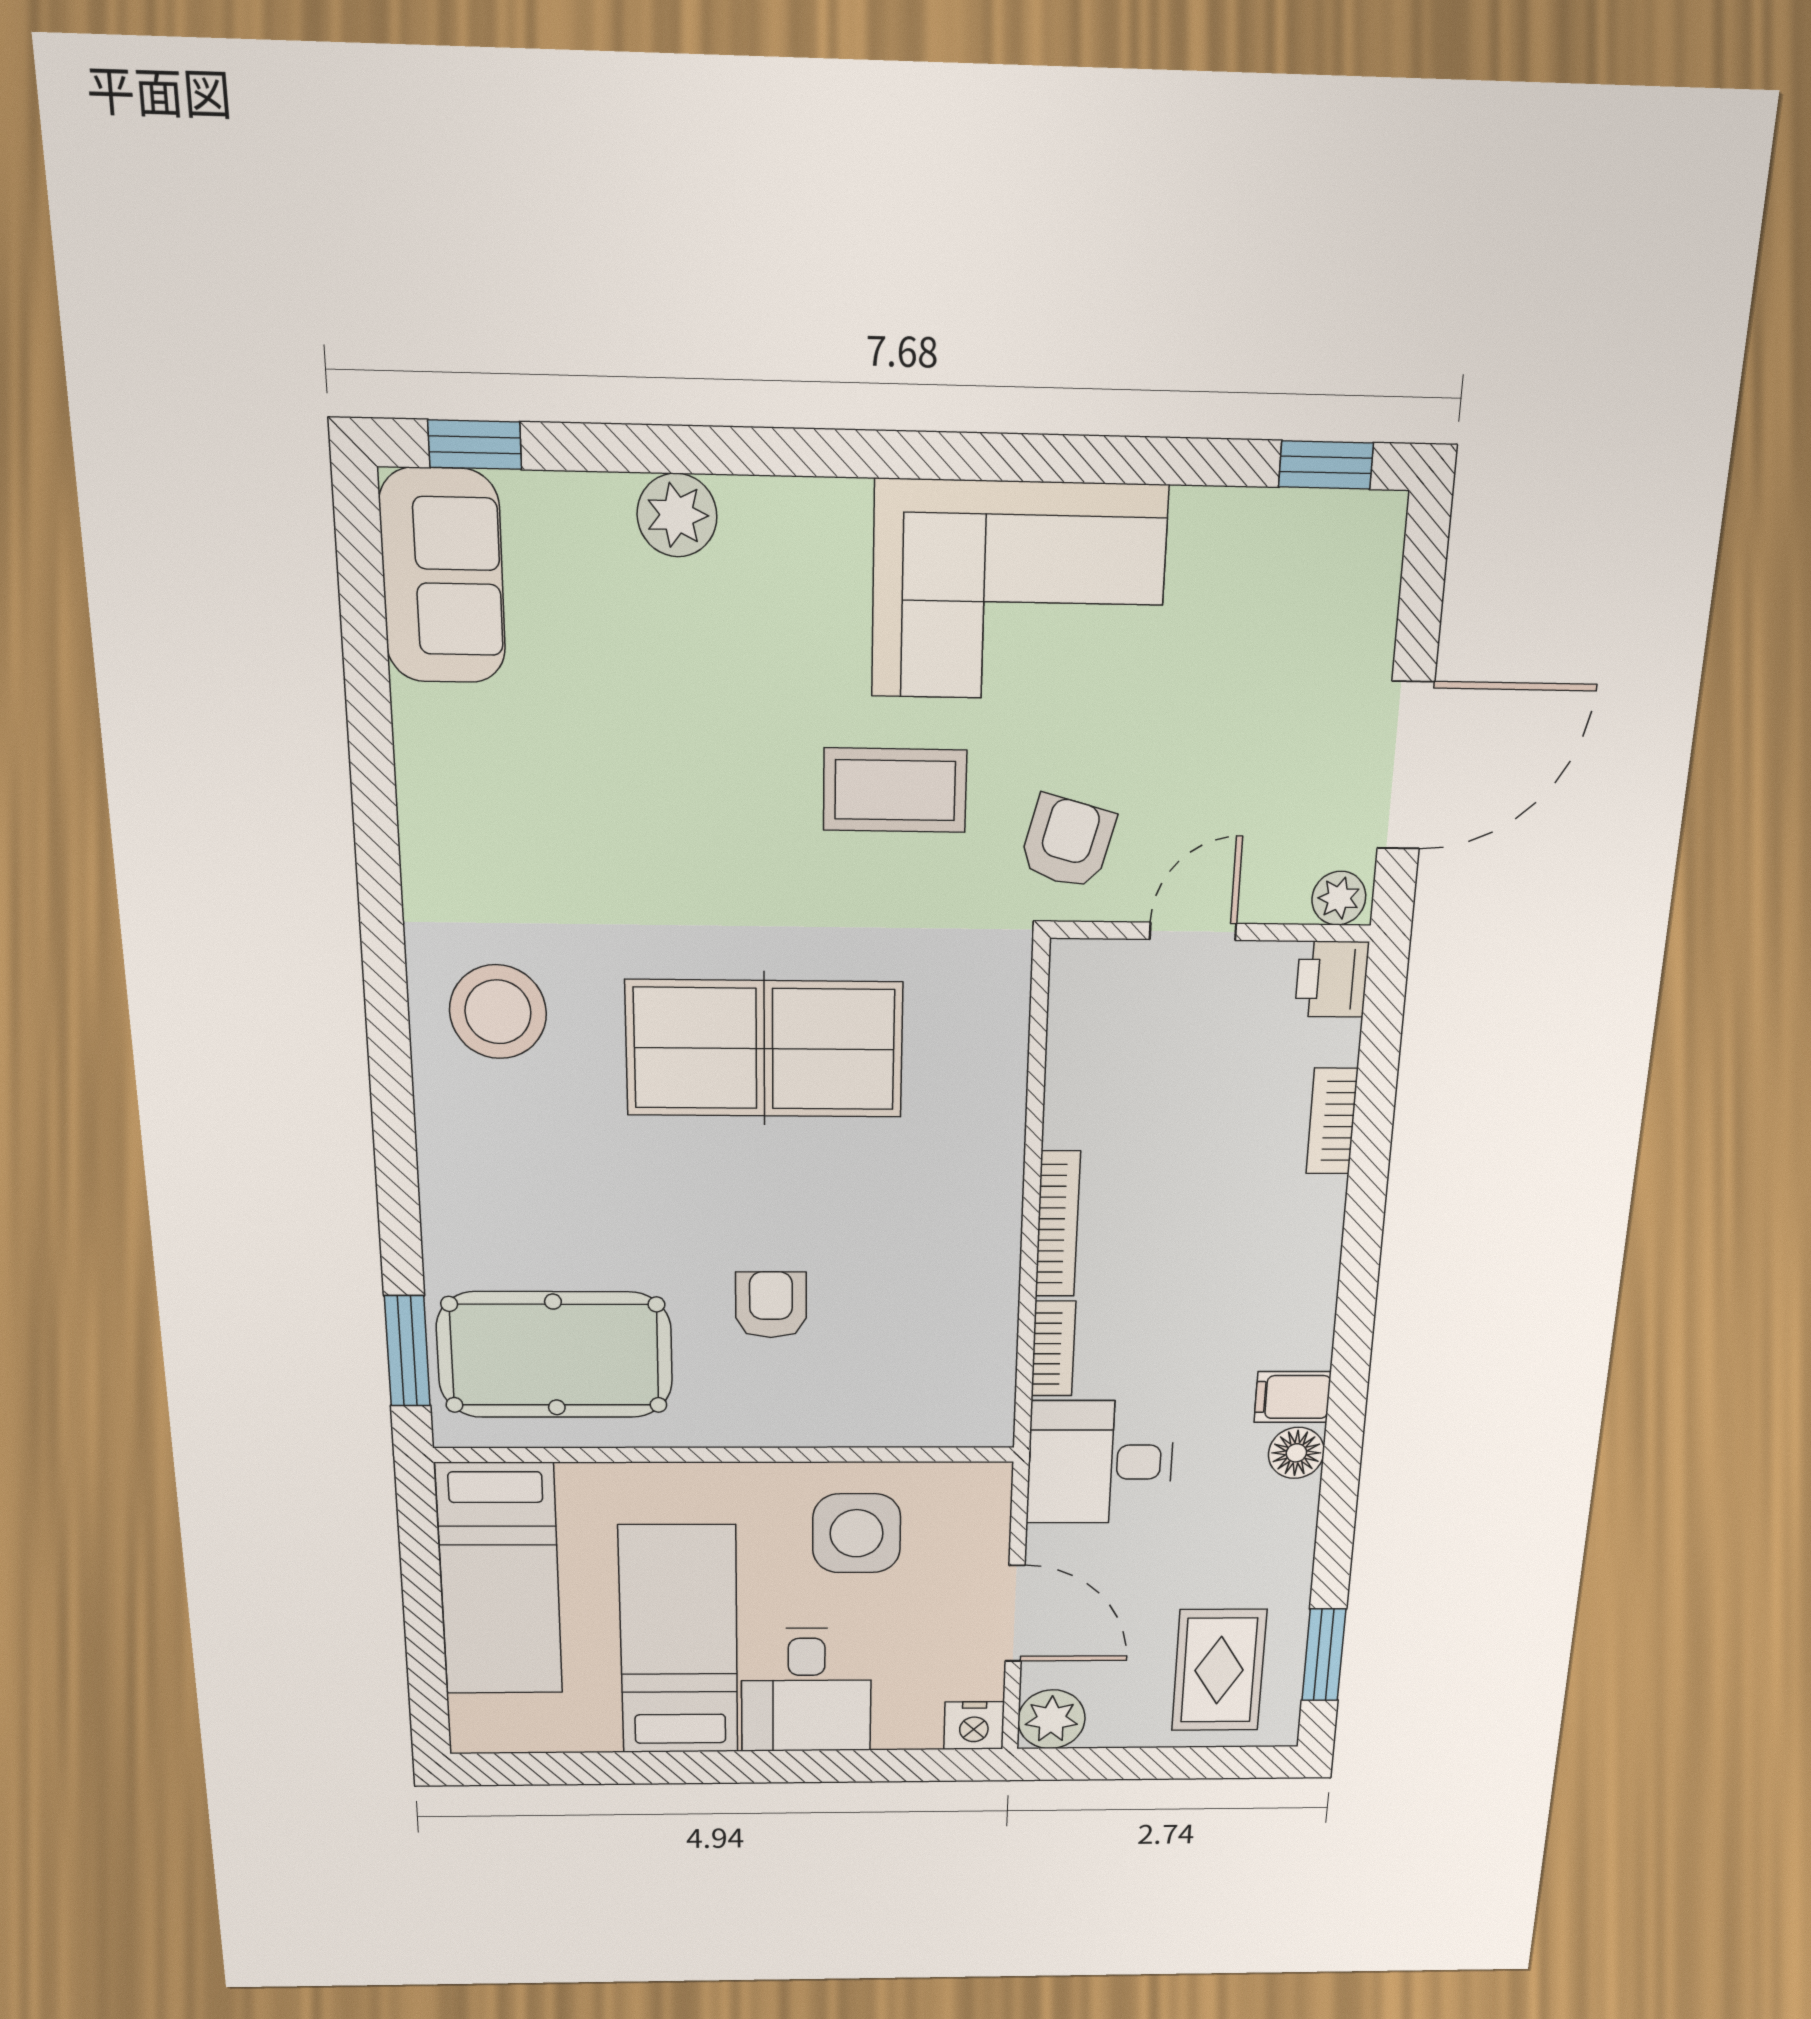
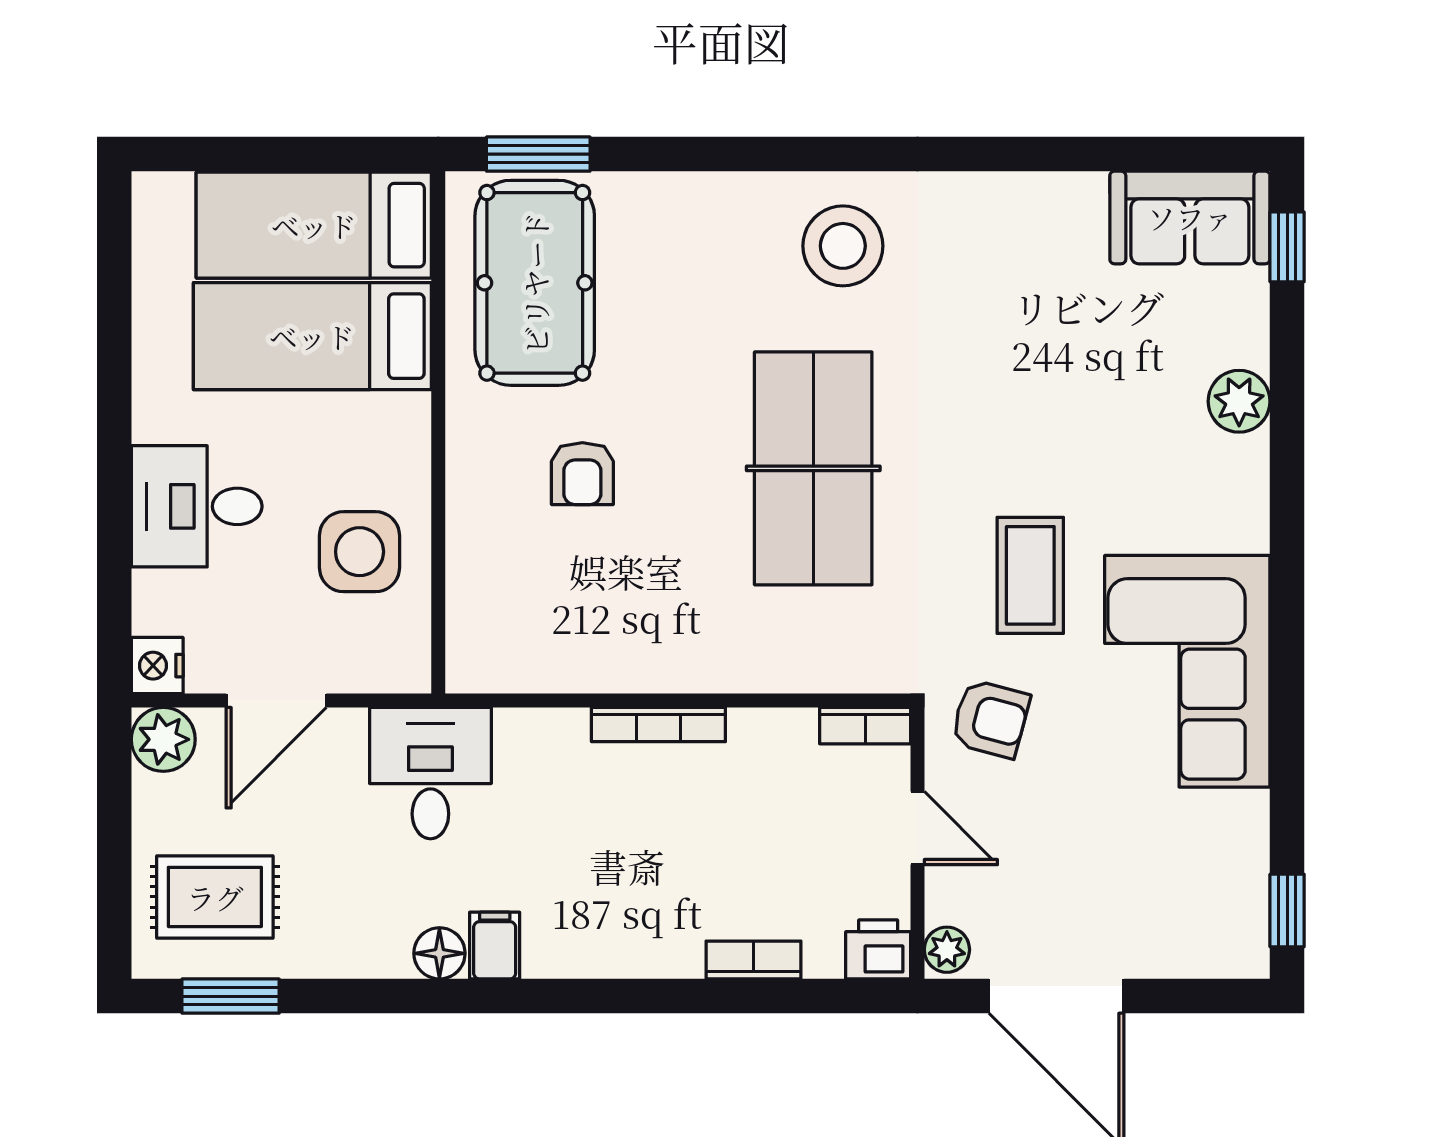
armchair: (771, 1305) -> (582, 474), turned 90
bookcase: (1053, 1349) -> (865, 726), moved
bed: (679, 1640) -> (312, 336), moved, turned 180

